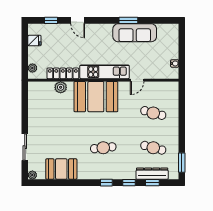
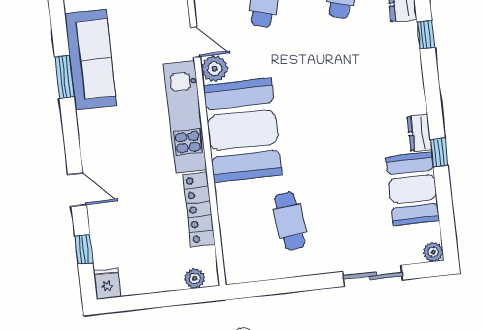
door: (78, 20) -> (77, 190), hinge flipped
fridge: (34, 41) -> (107, 284), moved
plant: (61, 87) -> (215, 69), moved
cafe table: (103, 148) -> (290, 221), moved
dresser: (86, 175) -> (419, 133), added
window: (106, 183) -> (439, 152), moved

